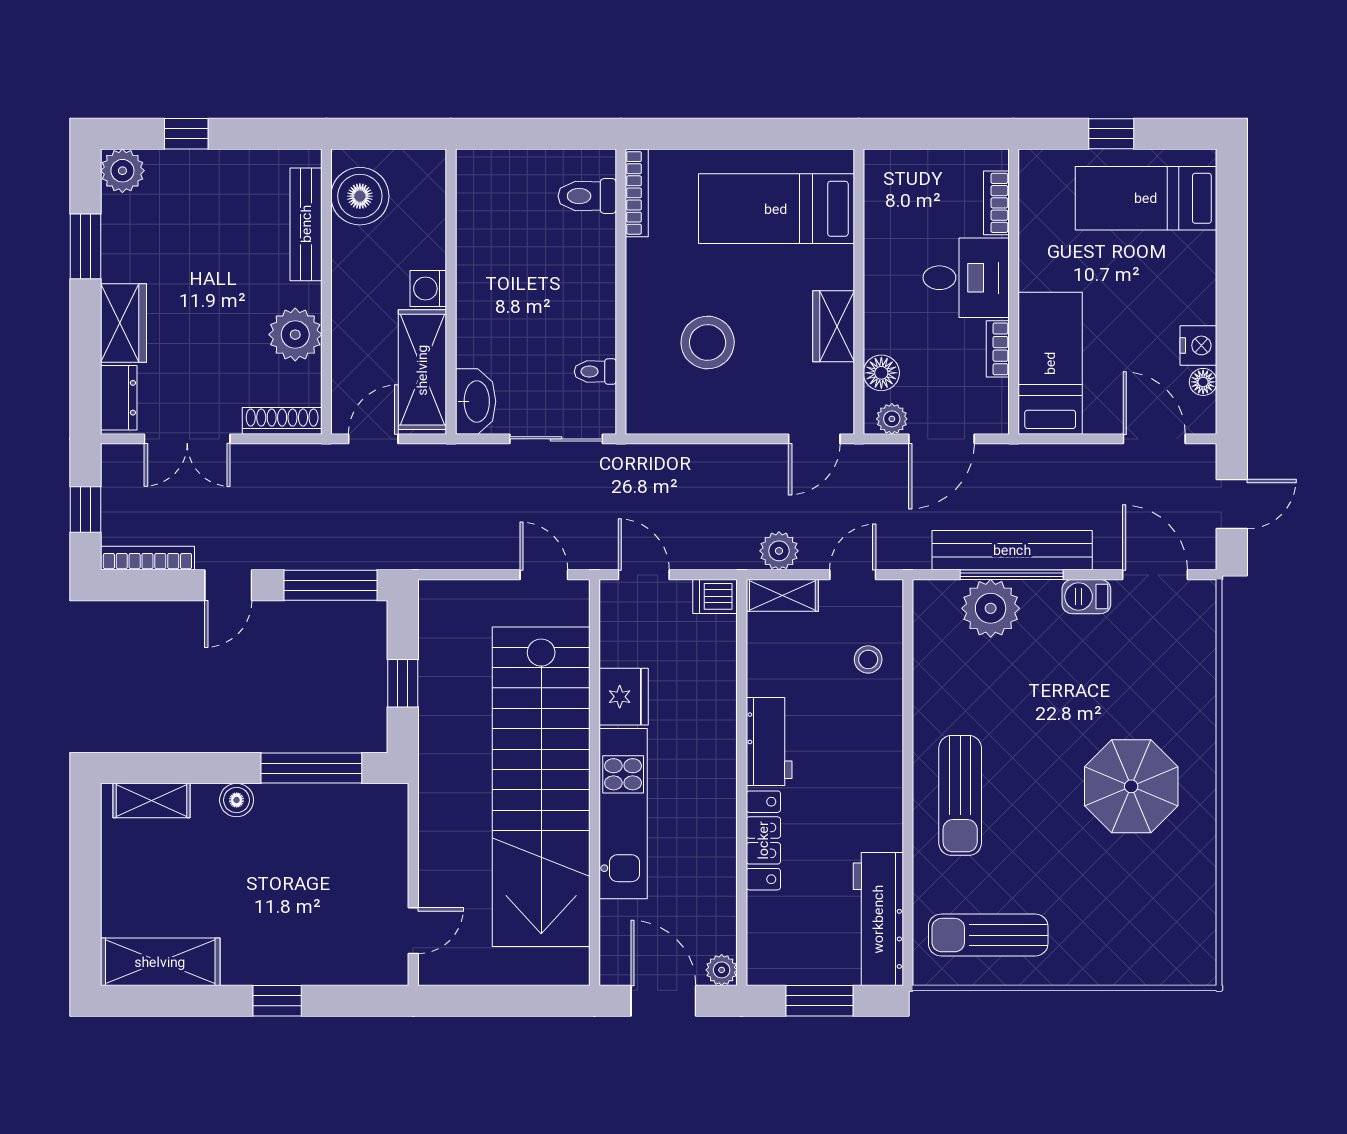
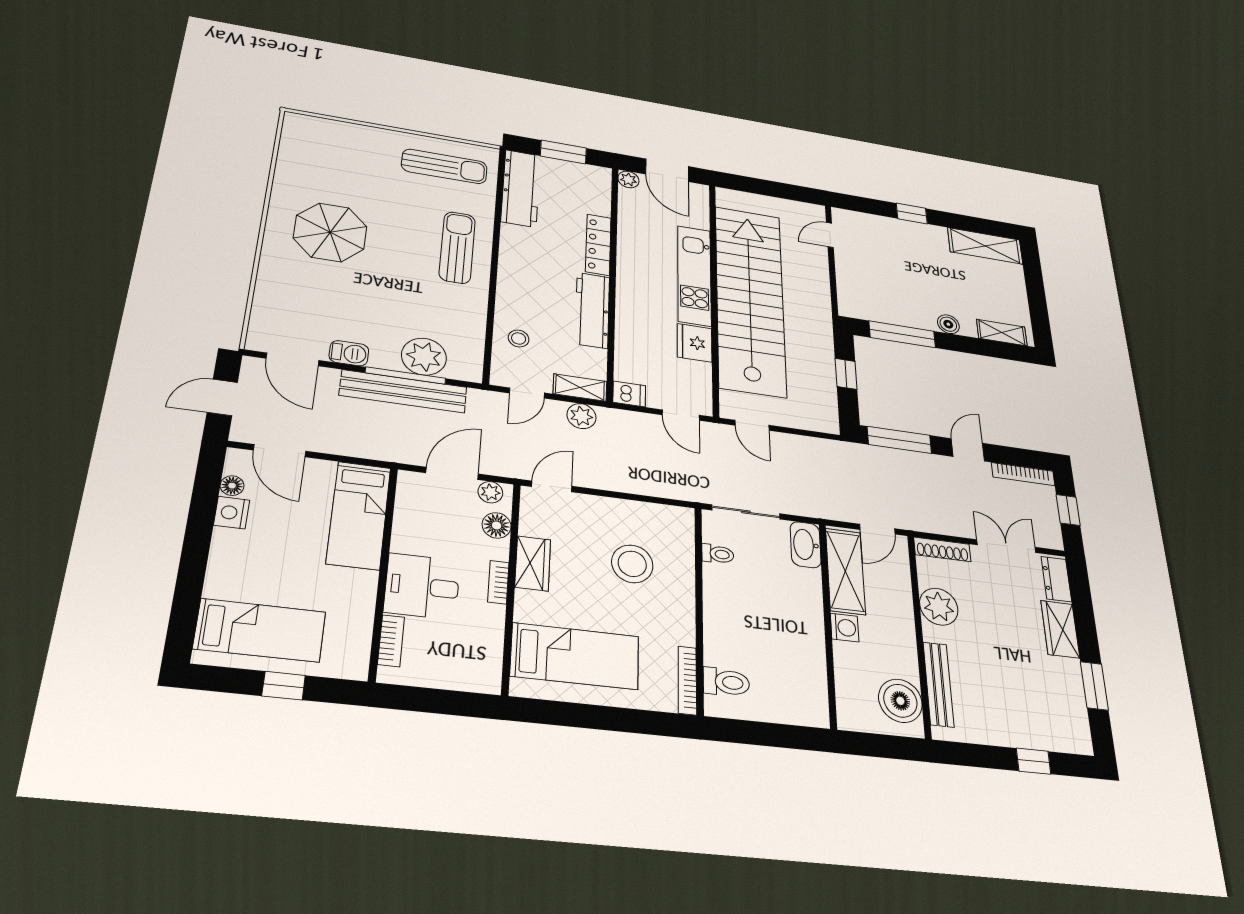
plant: (122, 171) -> (1076, 738), removed
bookcase: (998, 349) -> (498, 582), moved, turned 180
workbench: (769, 742) -> (592, 310), width x1.38

